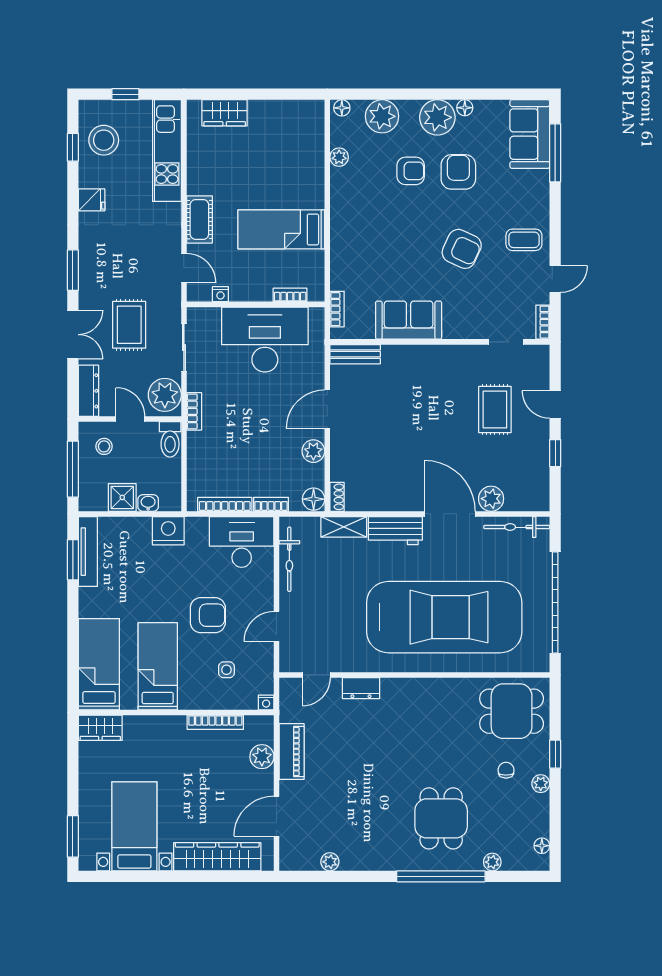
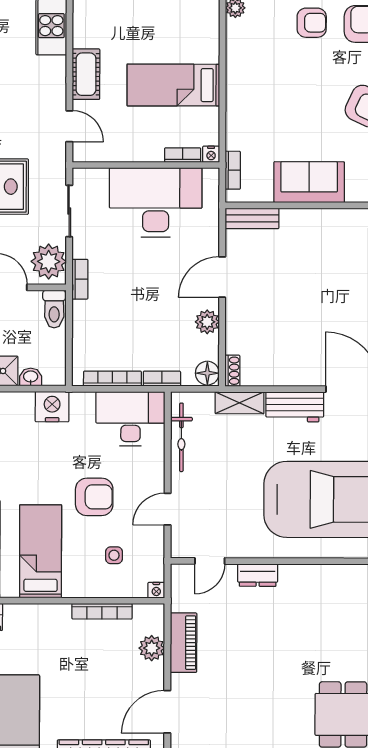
nightstand: (220, 294) -> (211, 154), moved

